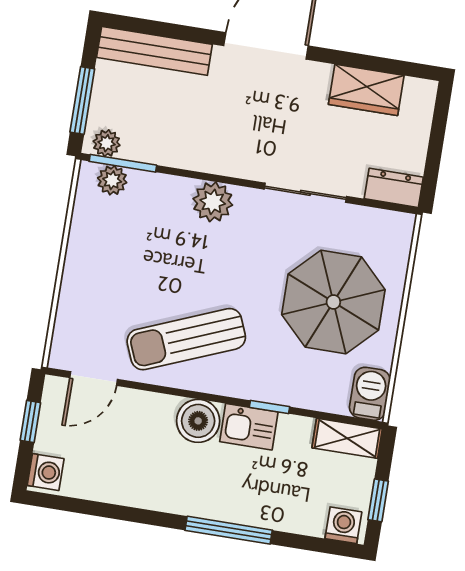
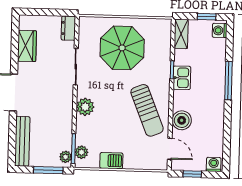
barbecue: (370, 394) -> (111, 161), moved, turned 180
boiler: (198, 421) -> (182, 120), moved

